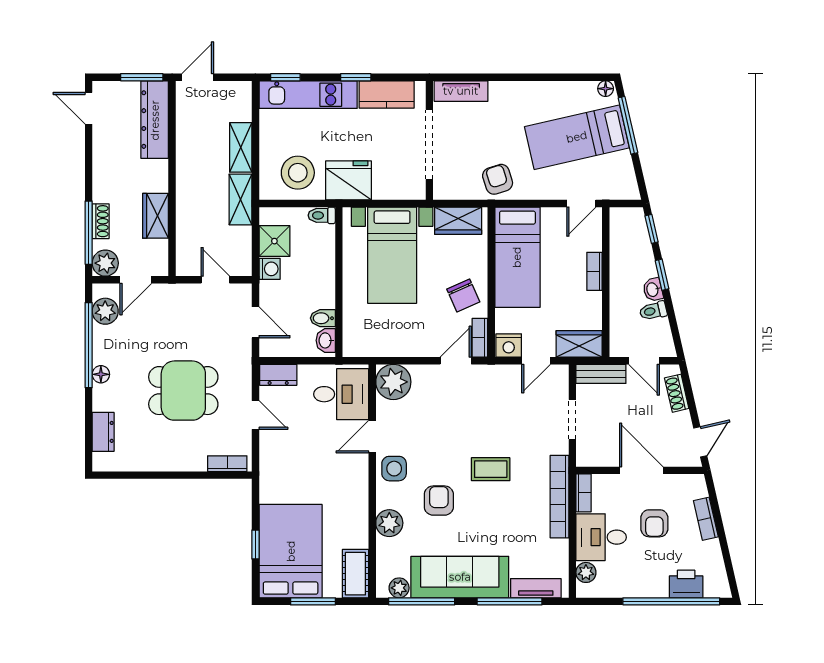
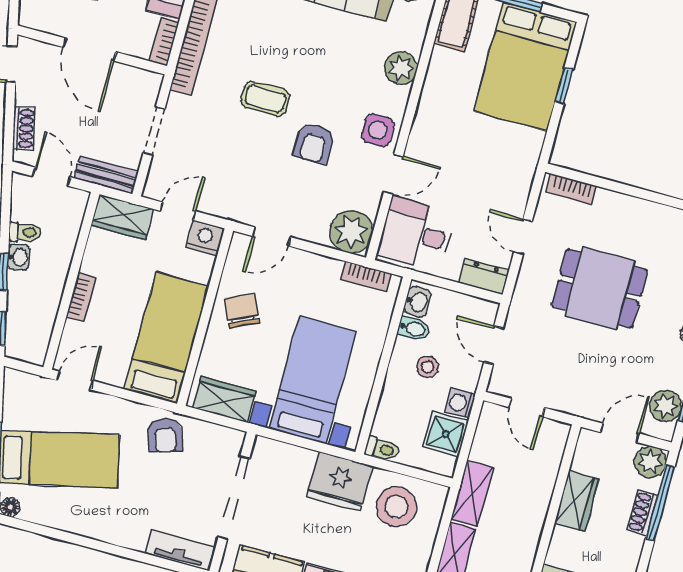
stool: (303, 291) -> (428, 367), added
bookcase: (480, 338) -> (366, 276), moved, turned 90
armchair: (439, 501) -> (314, 143), moved

